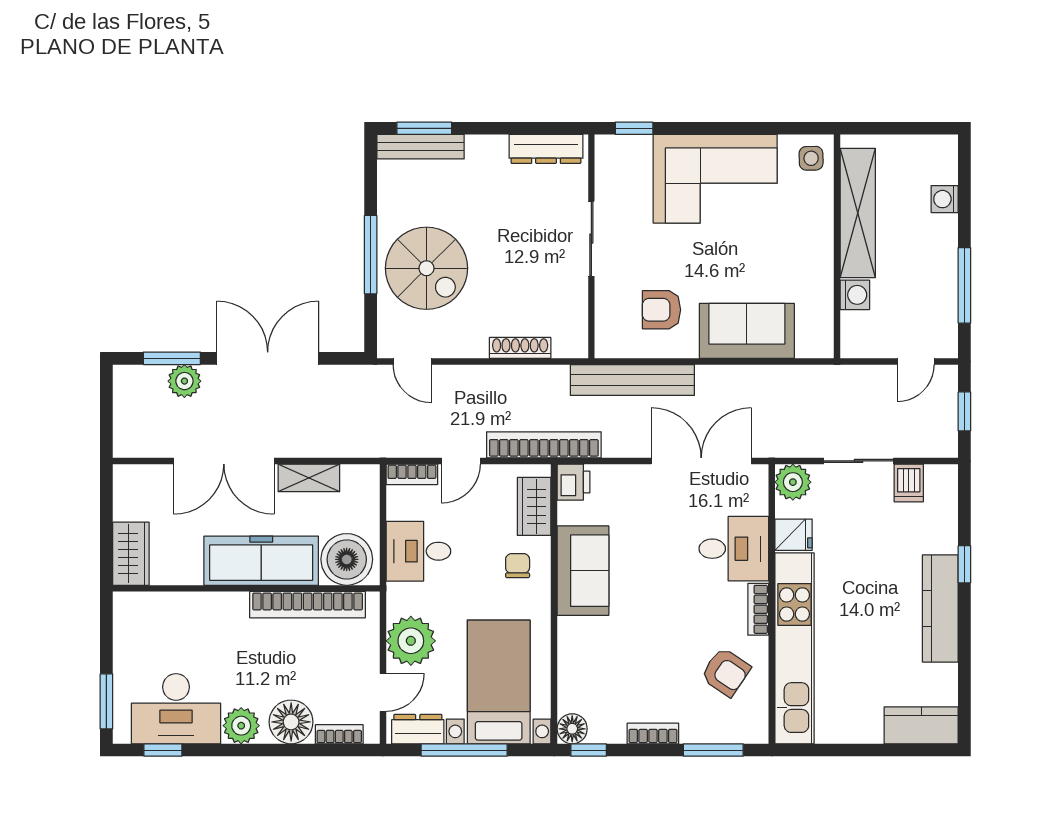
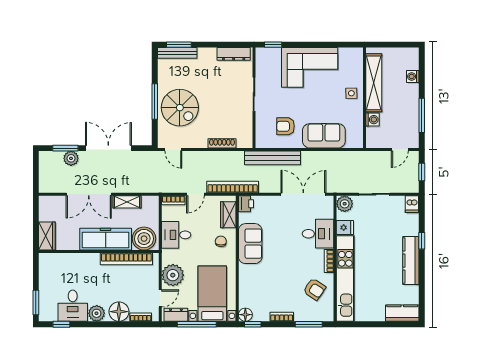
side table: (811, 158) -> (351, 93), moved
dishwasher: (909, 483) -> (412, 204), moved
desk: (176, 709) -> (73, 306), width x0.73

